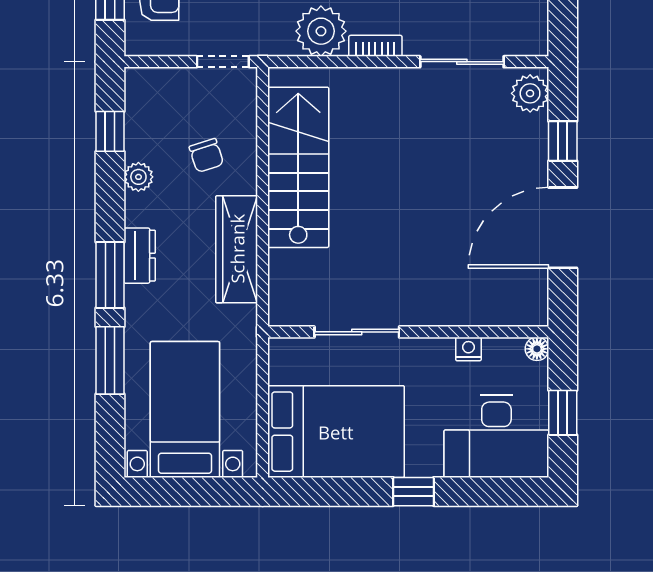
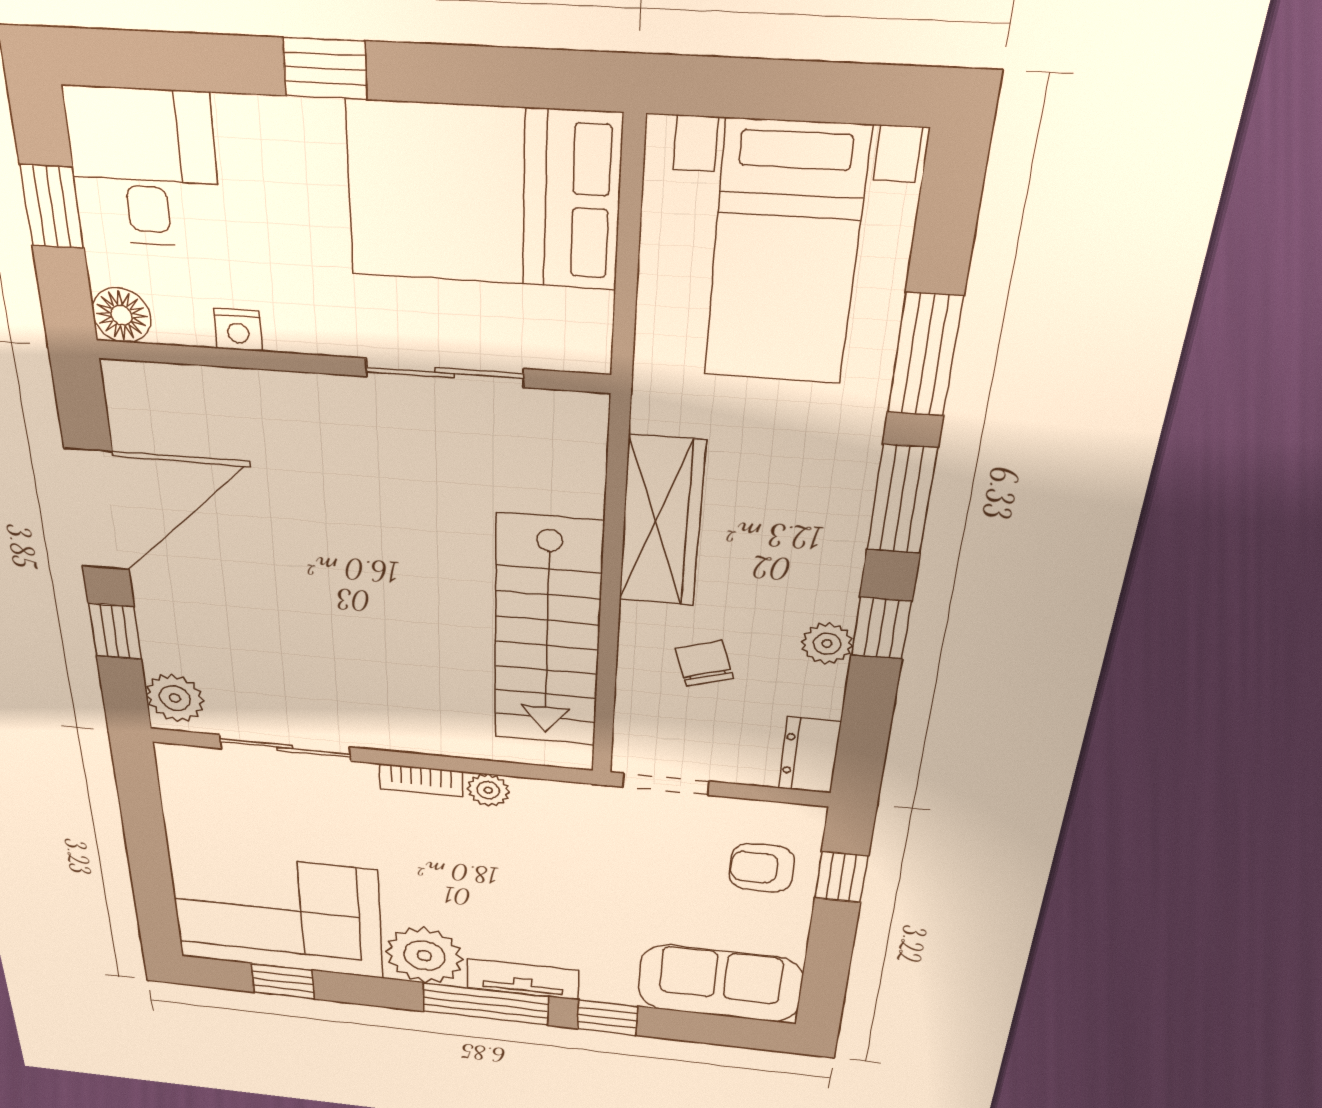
plant: (321, 31) -> (488, 790), width x0.53, depth x0.53
window: (110, 131) -> (881, 628), moved
dresser: (140, 256) -> (809, 755), moved
floor lamp: (537, 349) -> (121, 315), width x1.37, depth x1.37
desk: (496, 436) -> (144, 168), width x0.73

